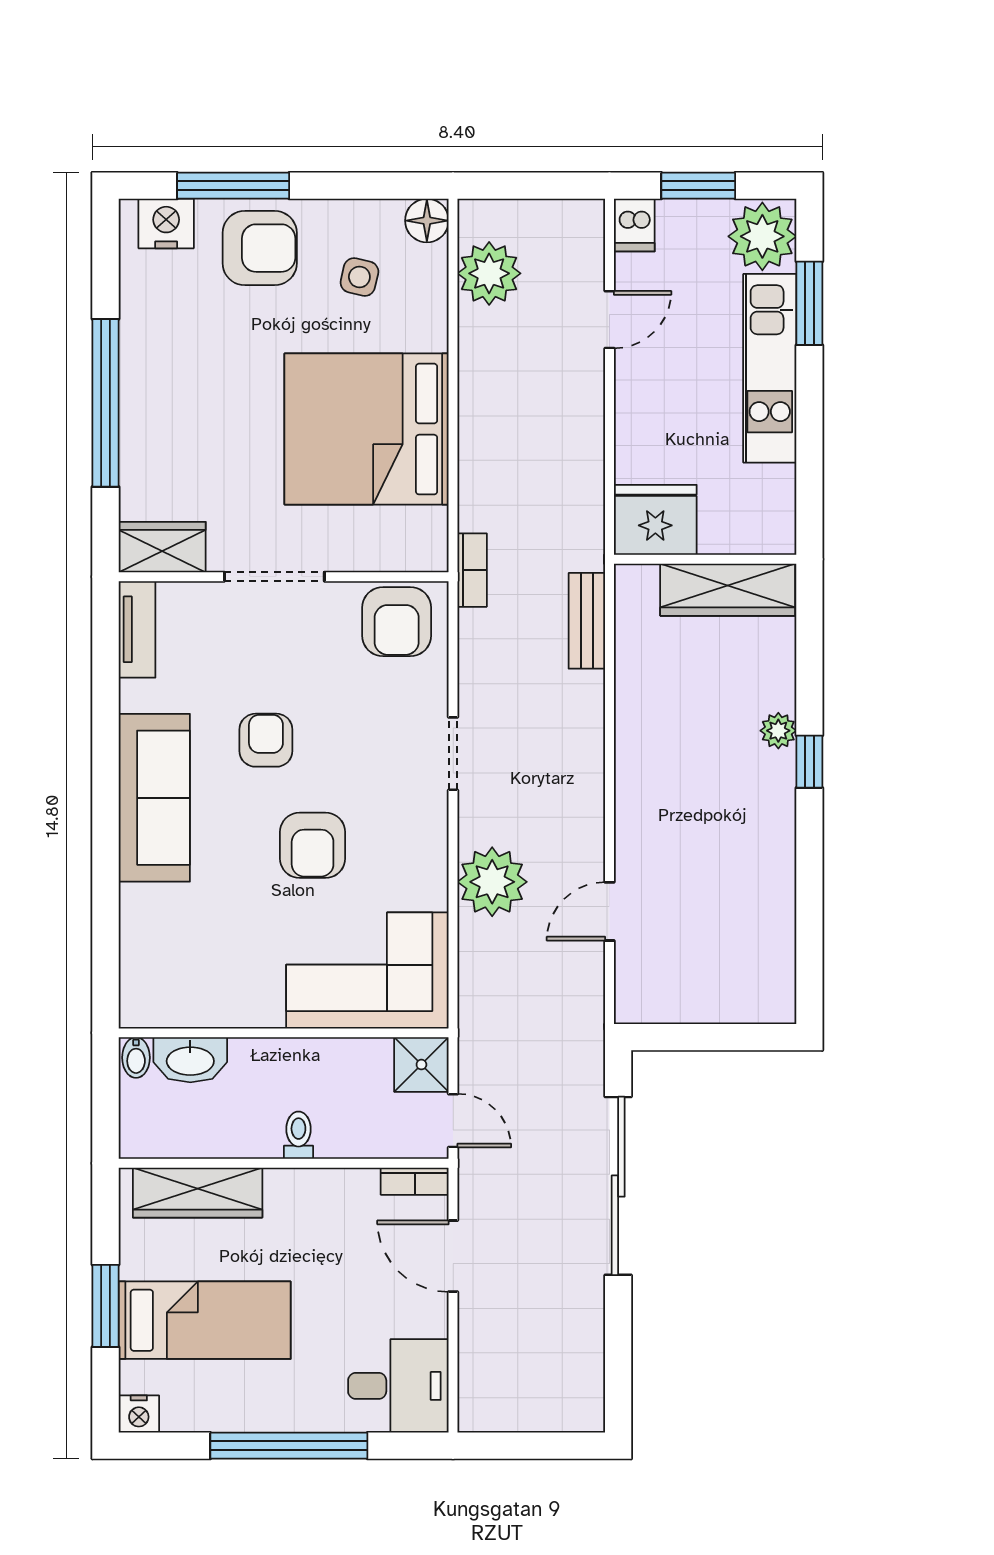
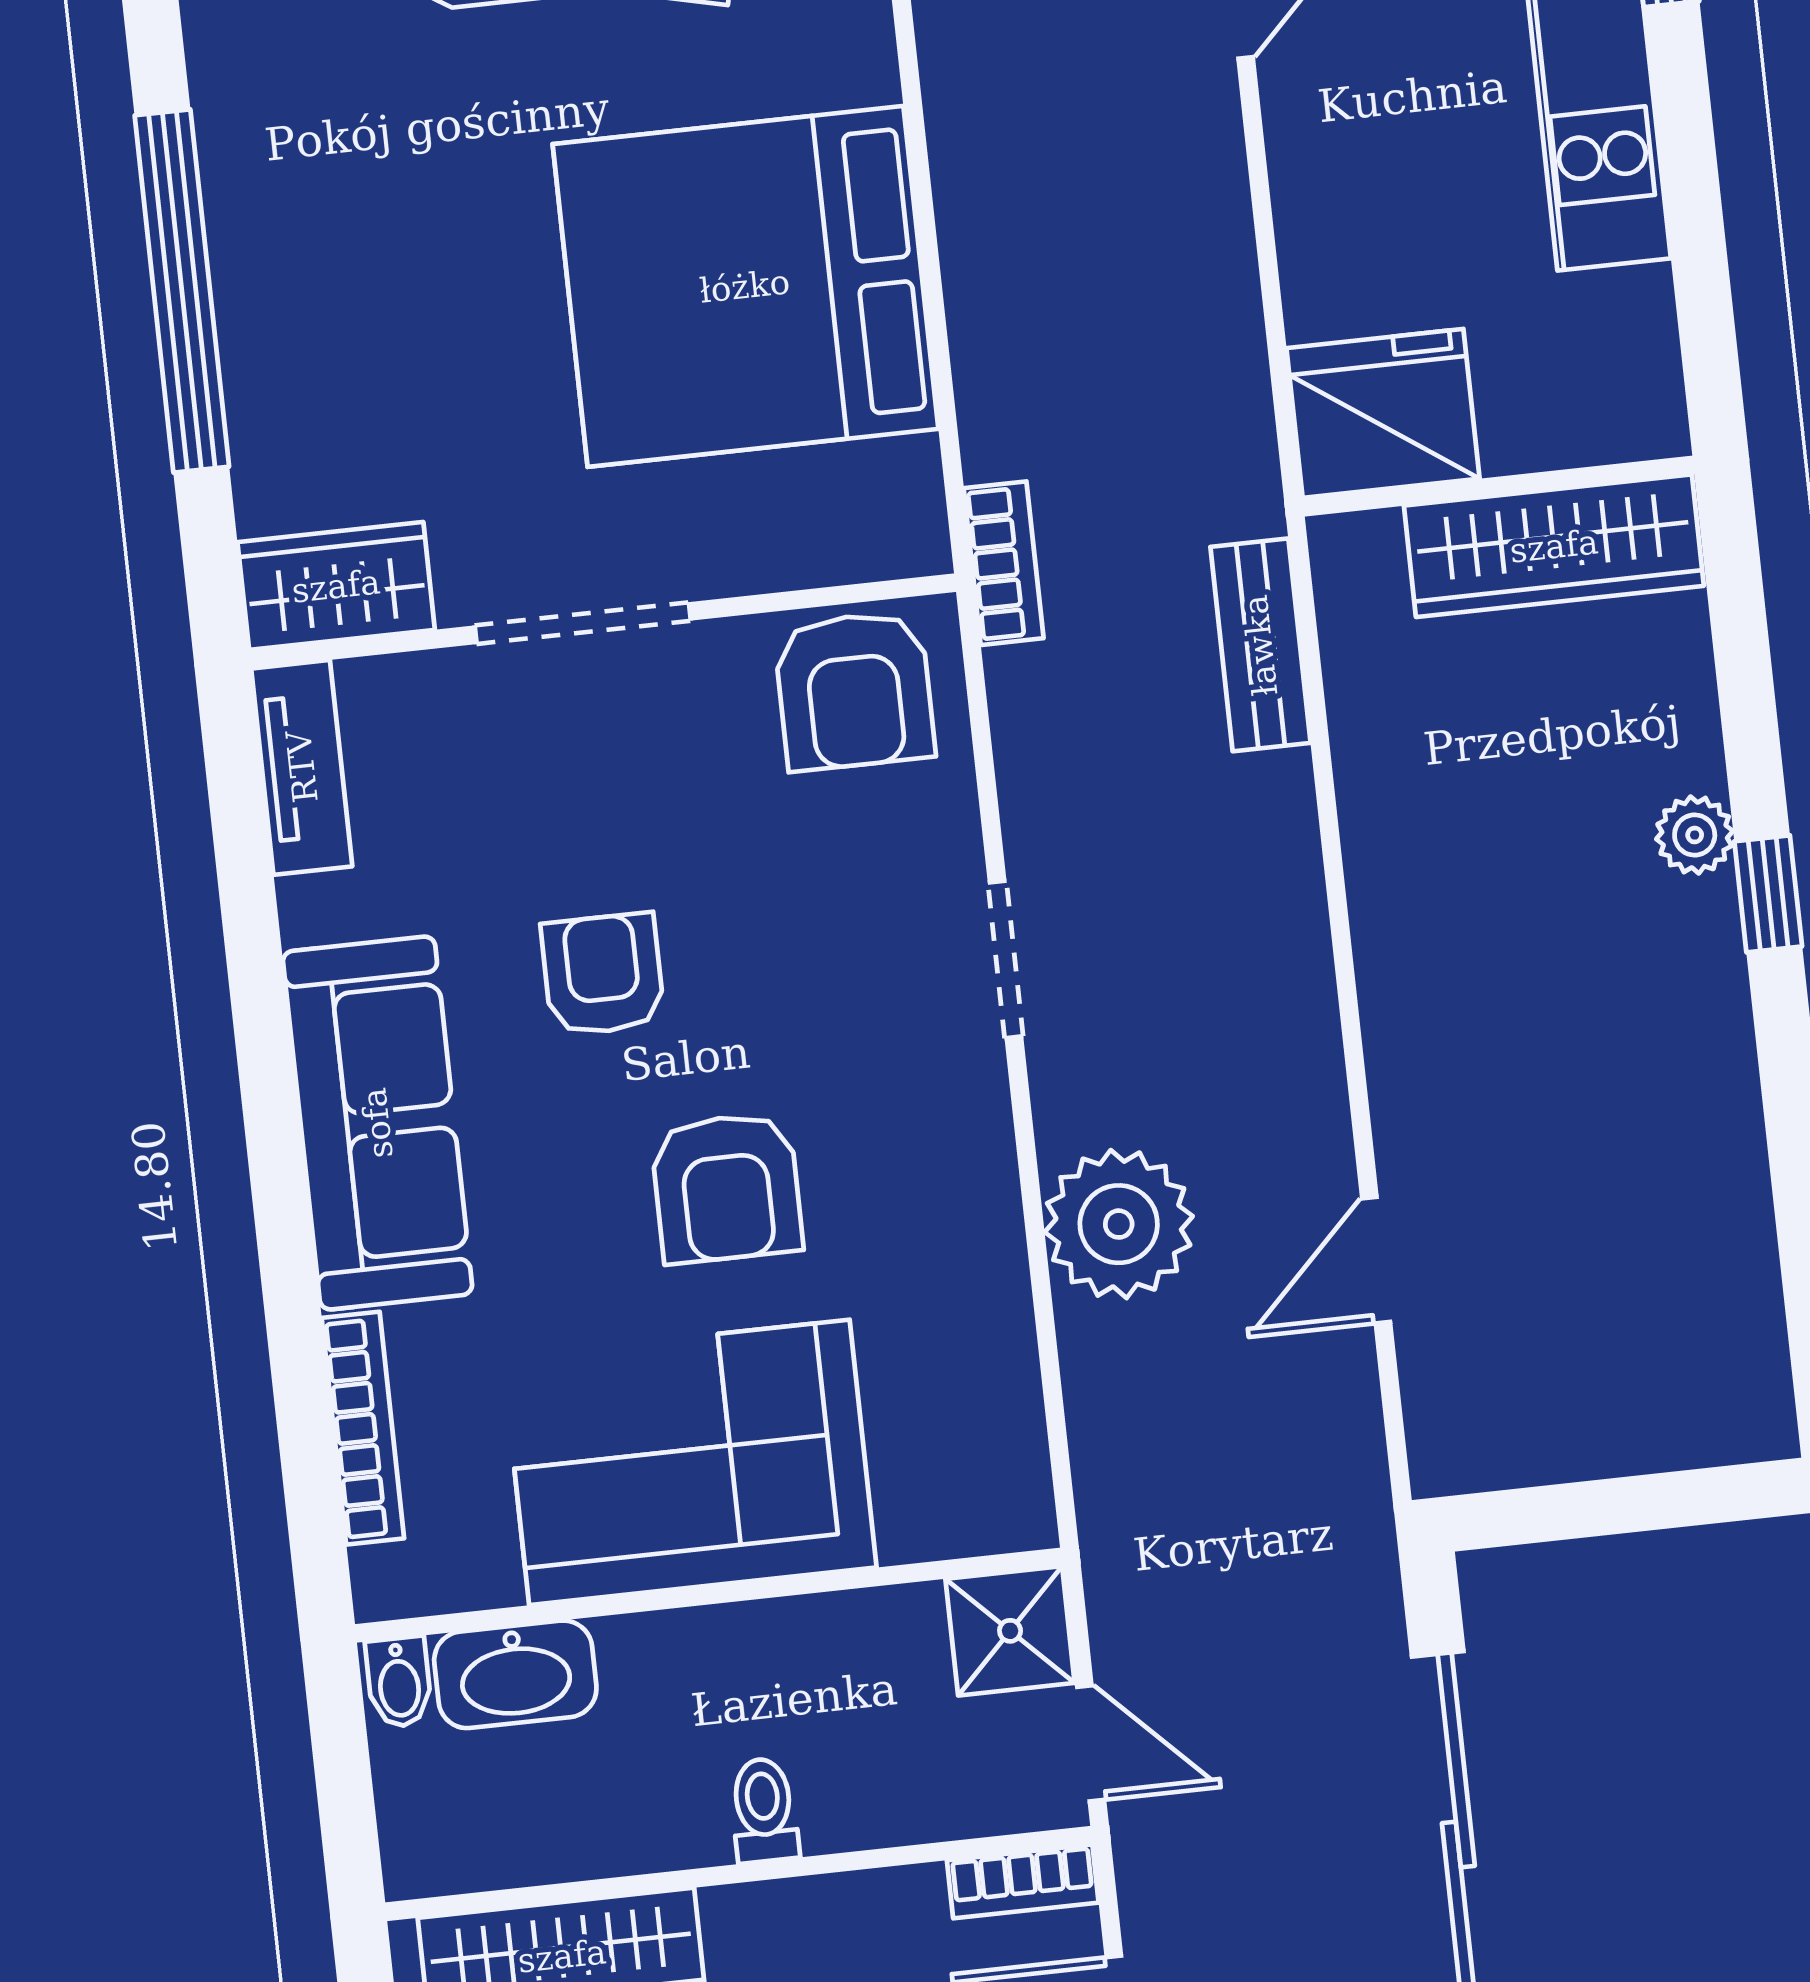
bookcase: (132, 938) -> (363, 1428), added
corner sofa: (367, 970) -> (689, 1462), moved

